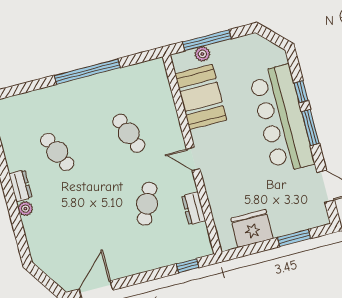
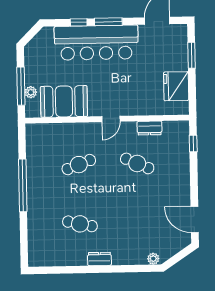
cafe table: (57, 152) -> (80, 224), turned 36
plant: (25, 209) -> (153, 259), moved

